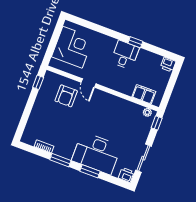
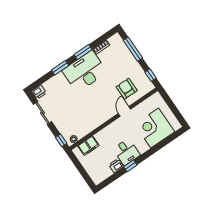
corner desk: (72, 47) -> (155, 128), moved, turned 90
printer: (168, 64) -> (116, 166), moved
door: (88, 83) -> (125, 111), hinge flipped
window: (25, 116) -> (133, 49), added
desk: (96, 153) -> (85, 71), moved

